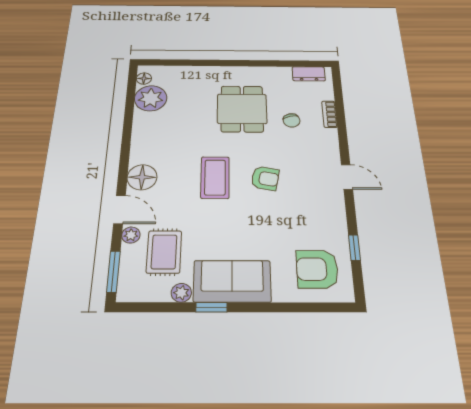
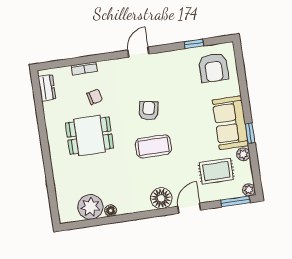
floor lamp: (144, 79) -> (111, 211), moved
plant: (131, 235) -> (249, 190), moved

